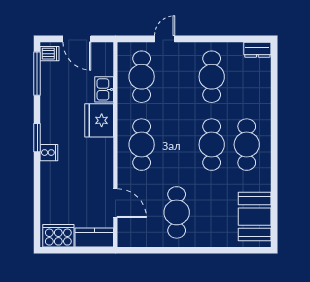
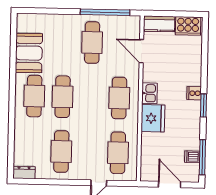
dishwasher: (50, 54) -> (192, 157), moved
kitchen sink: (104, 89) -> (149, 93), moved
booth: (255, 217) -> (29, 53), moved
window: (161, 250) -> (105, 12), added

